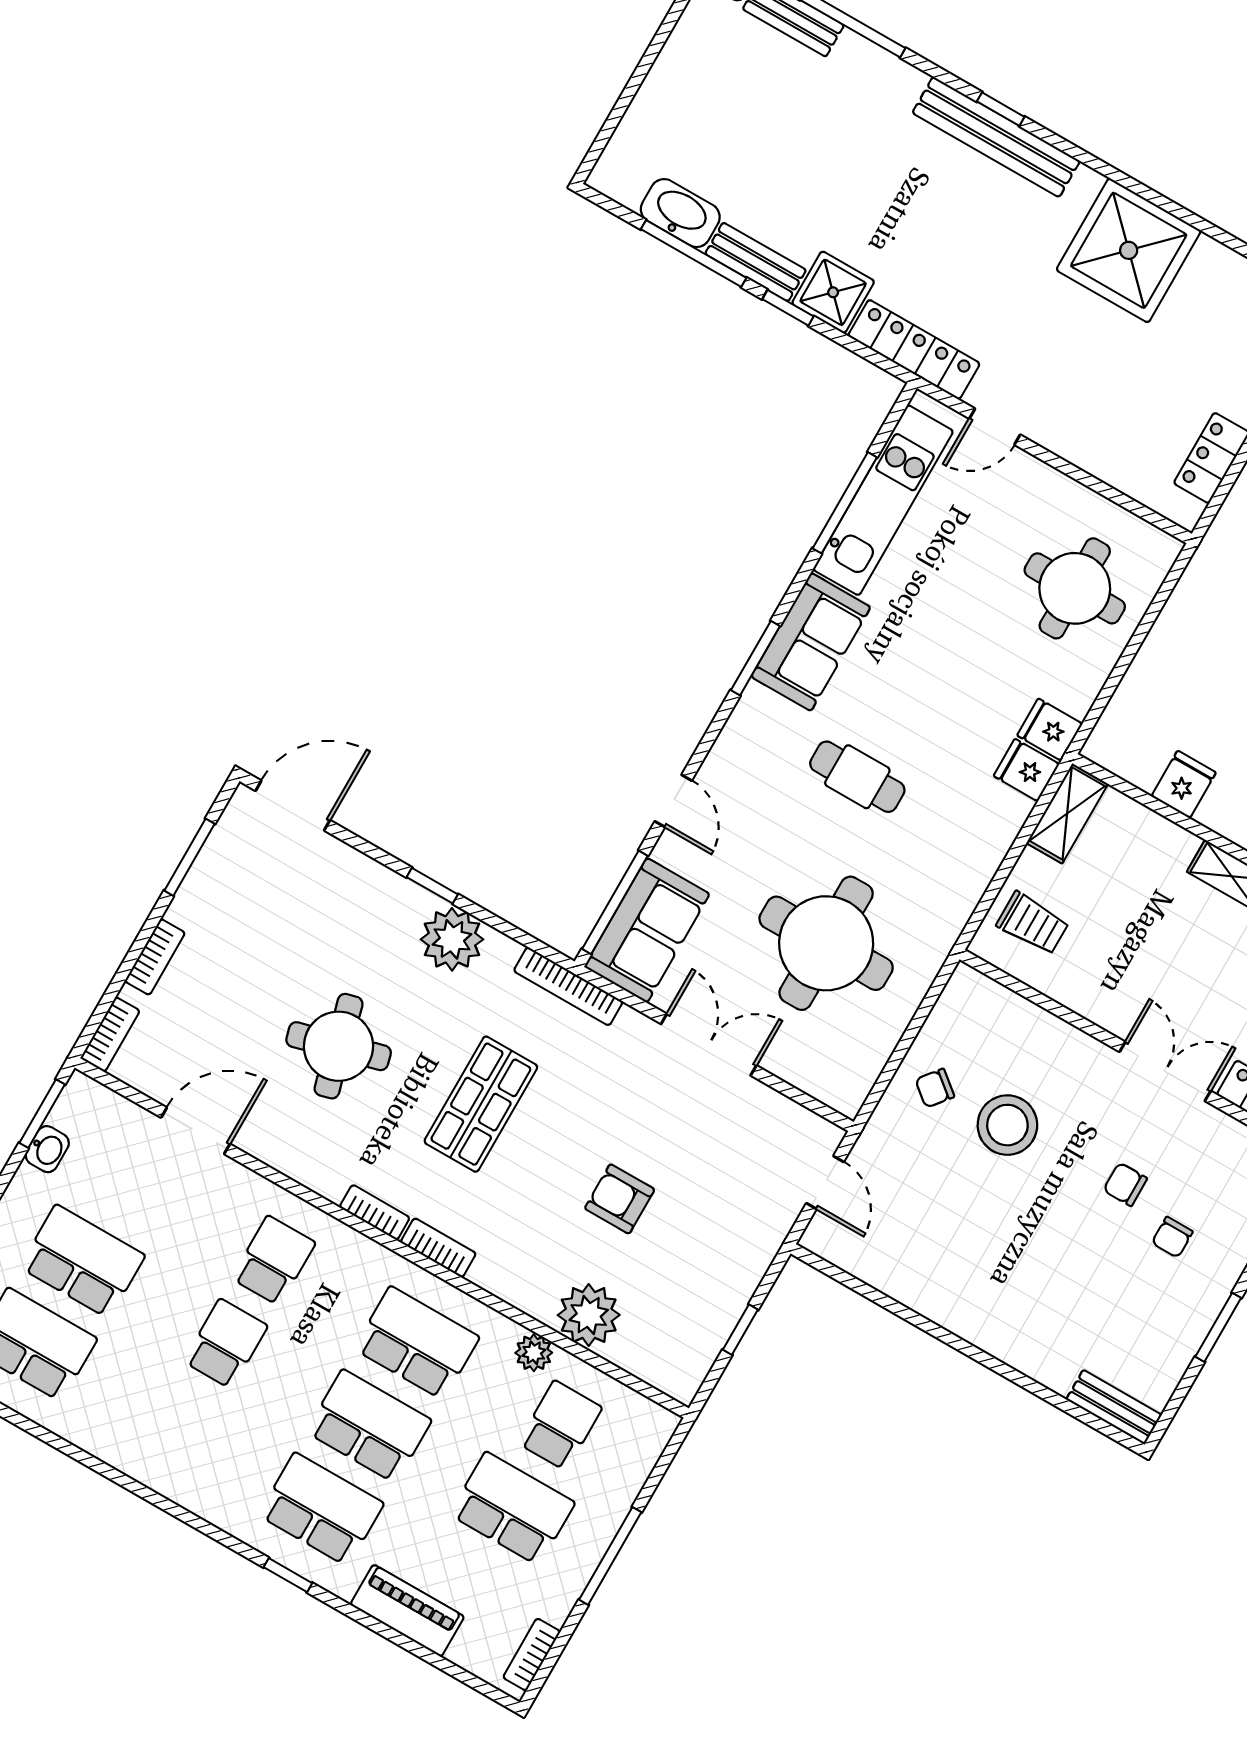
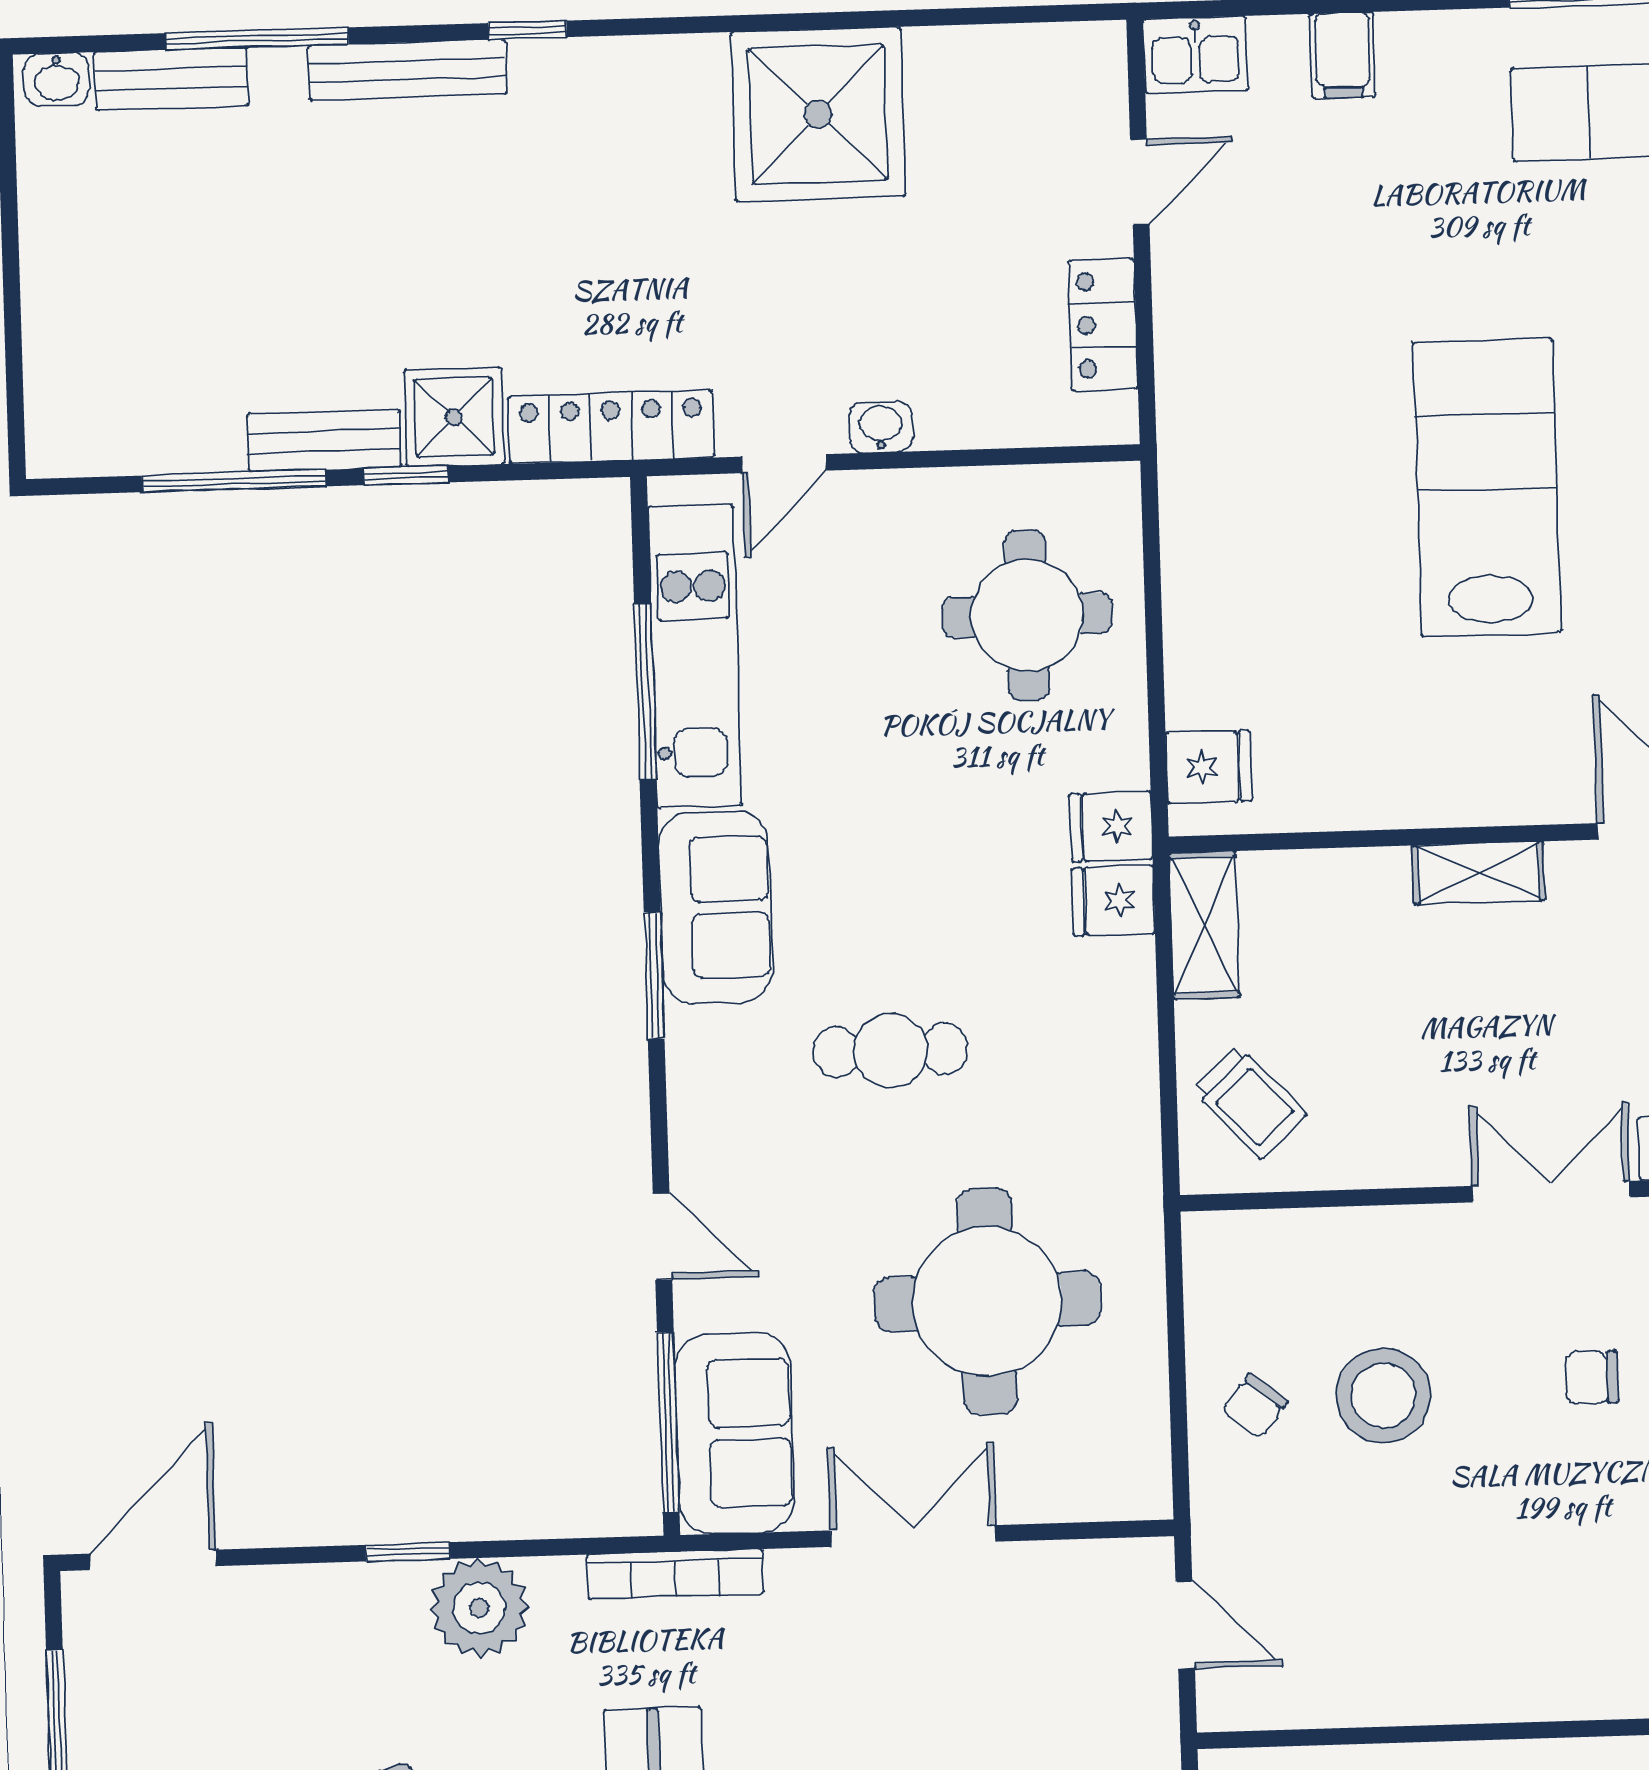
bench: (996, 137) -> (407, 70), moved, width x0.73, depth x0.82
washbasin: (680, 213) -> (881, 427), moved, width x0.52, depth x0.69
fridge: (1184, 784) -> (1209, 767), moved, turned 90
trolley: (1033, 923) -> (1249, 1102), turned 47

